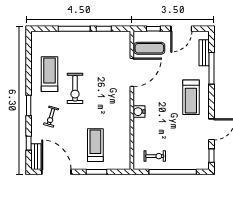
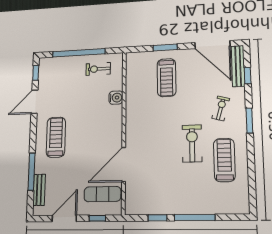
treadmill: (49, 74) -> (224, 160), turned 180
water cooler: (139, 112) -> (116, 98), moved
bench: (36, 157) -> (238, 66), width x1.36

